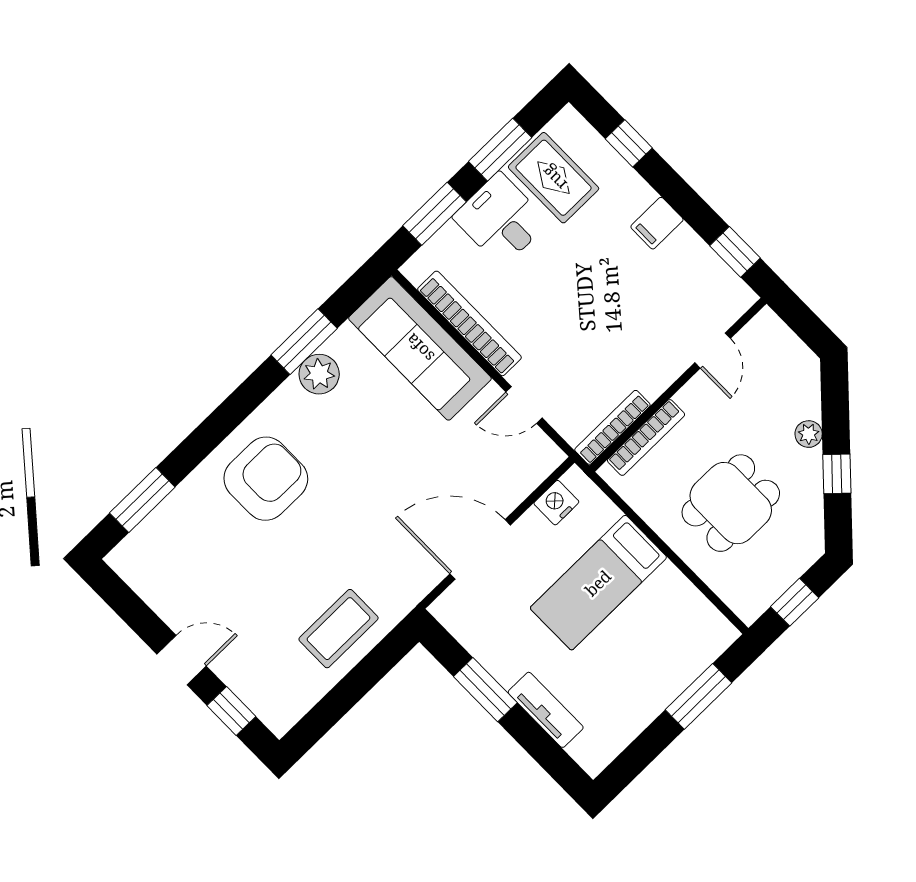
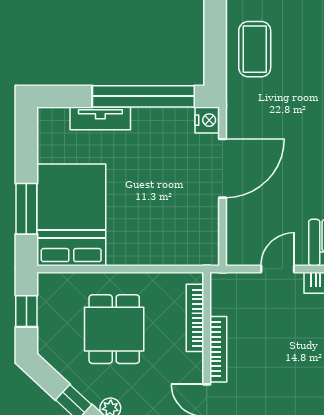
bookcase: (612, 427) -> (218, 349), moved
nightstand: (556, 503) -> (207, 120), moved
bed: (598, 583) -> (71, 215), moved, width x1.50
window: (485, 690) -> (143, 96), width x2.11

